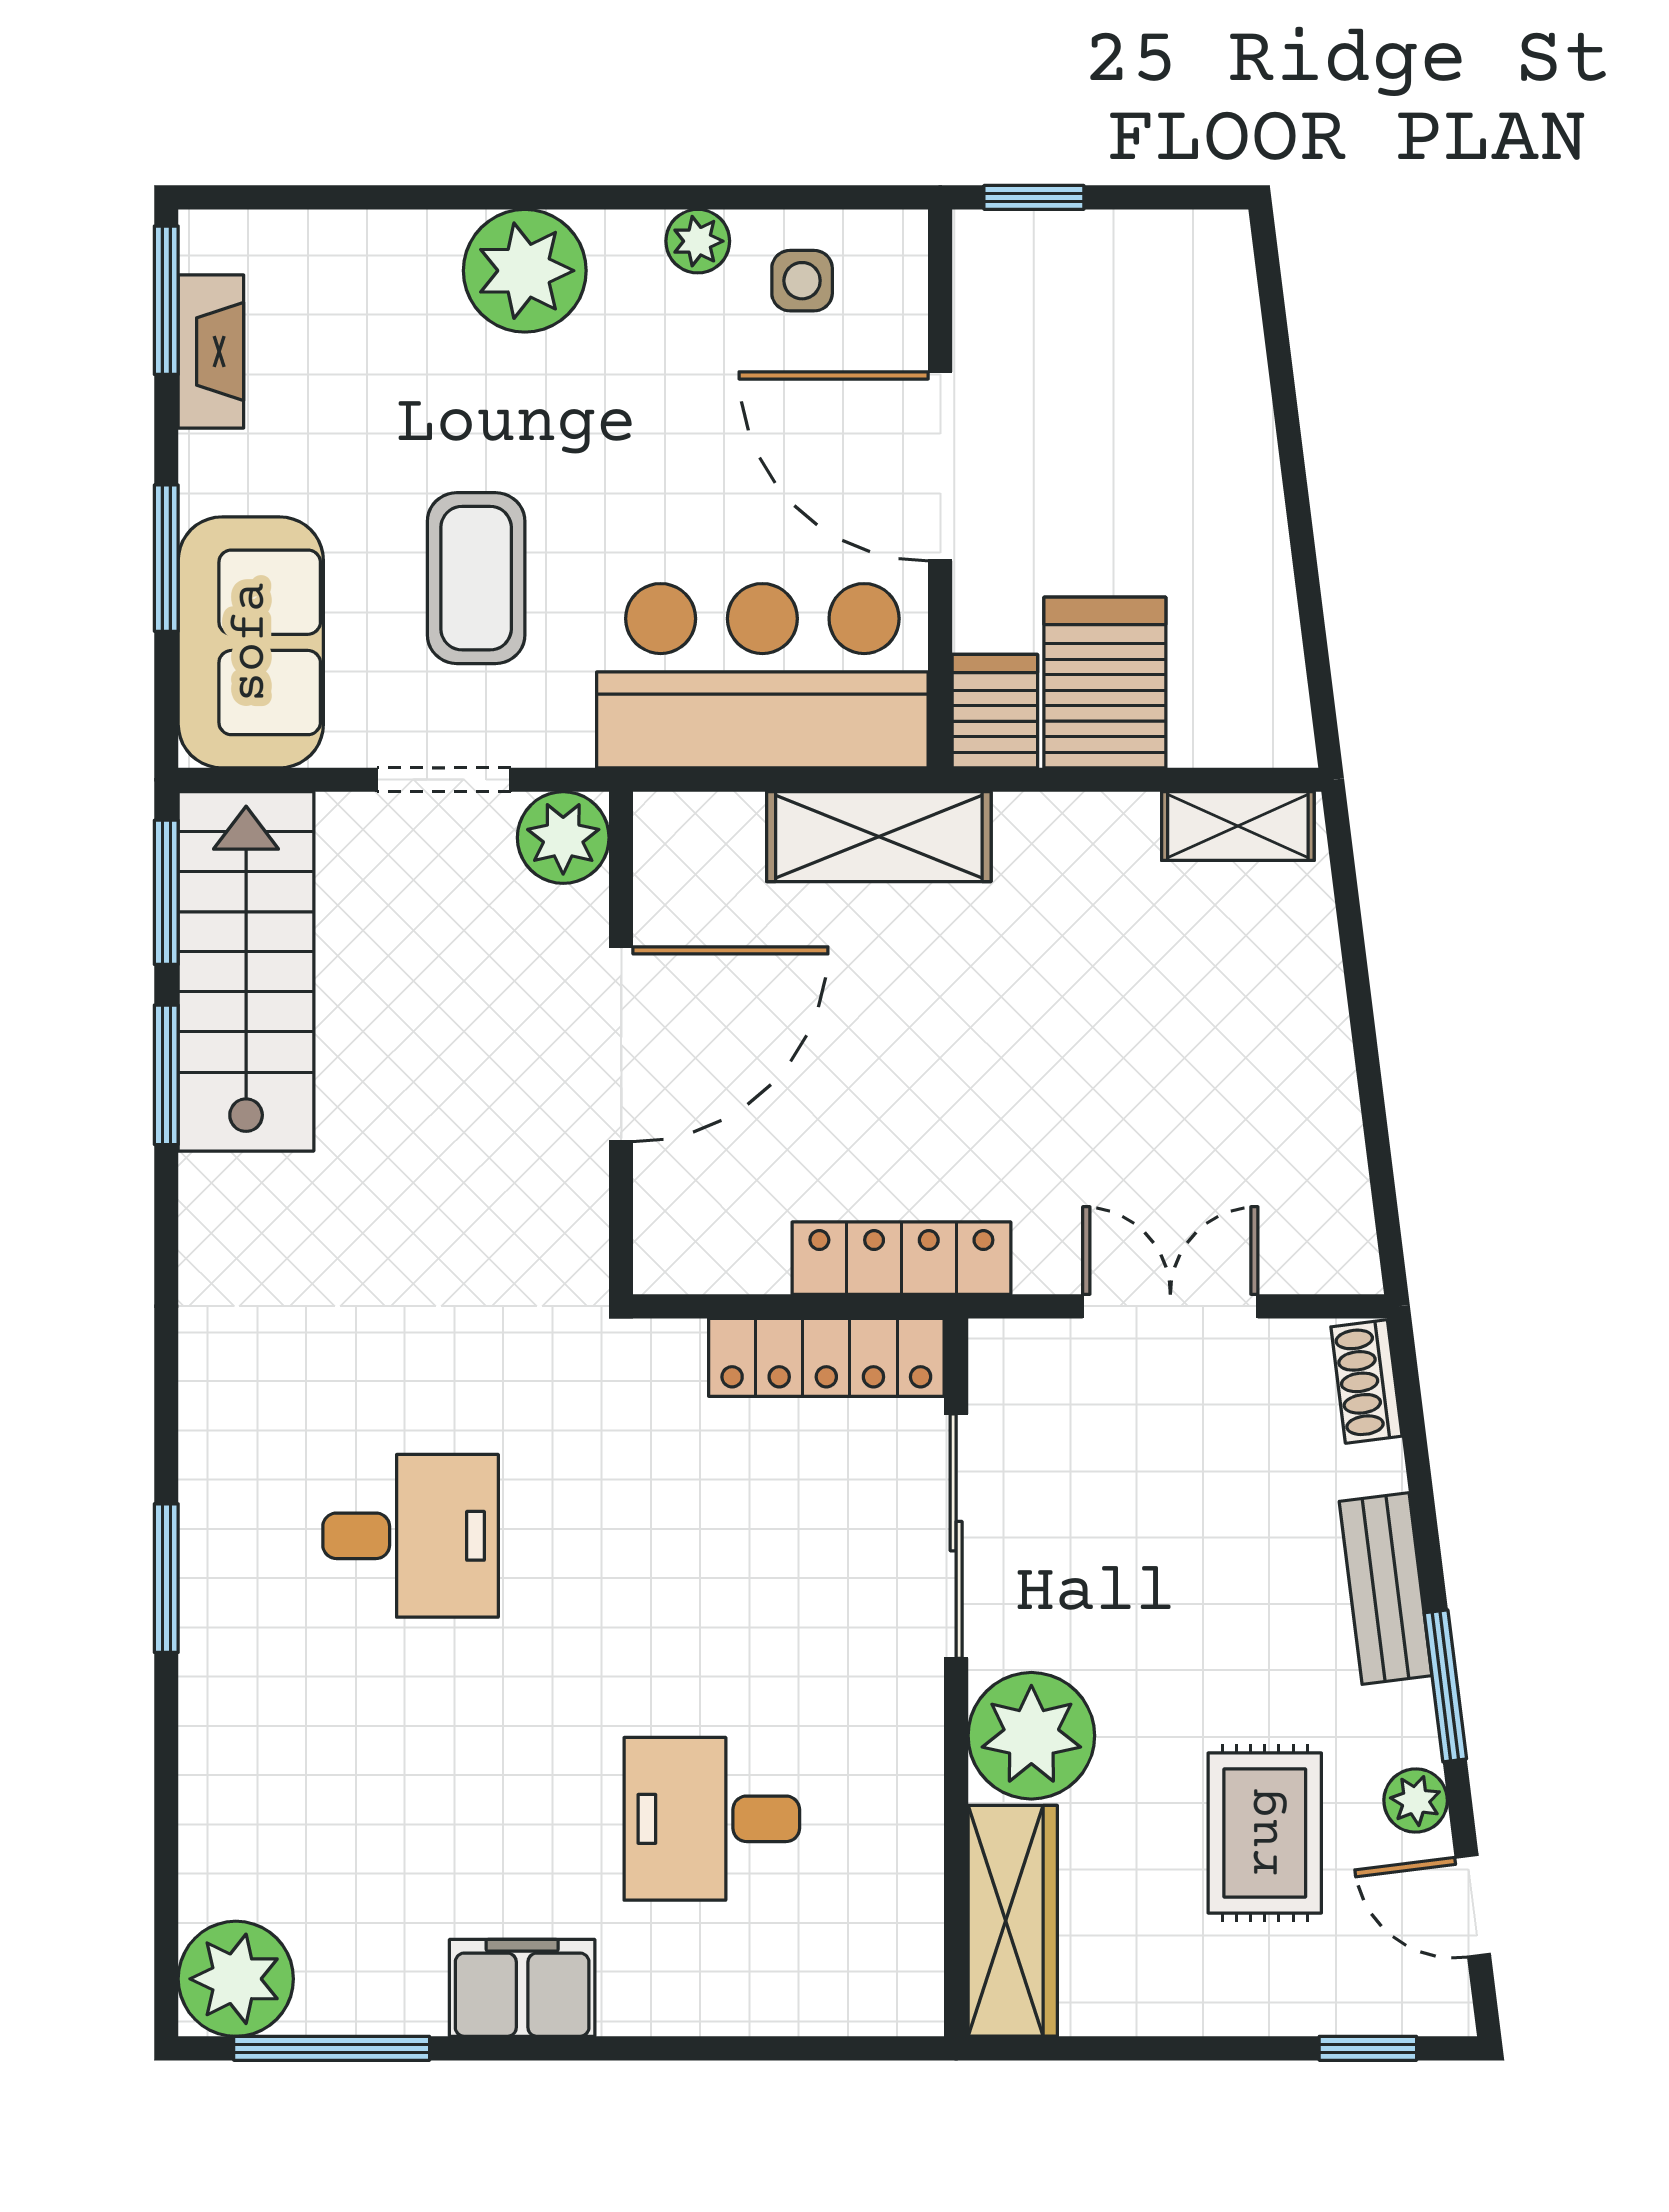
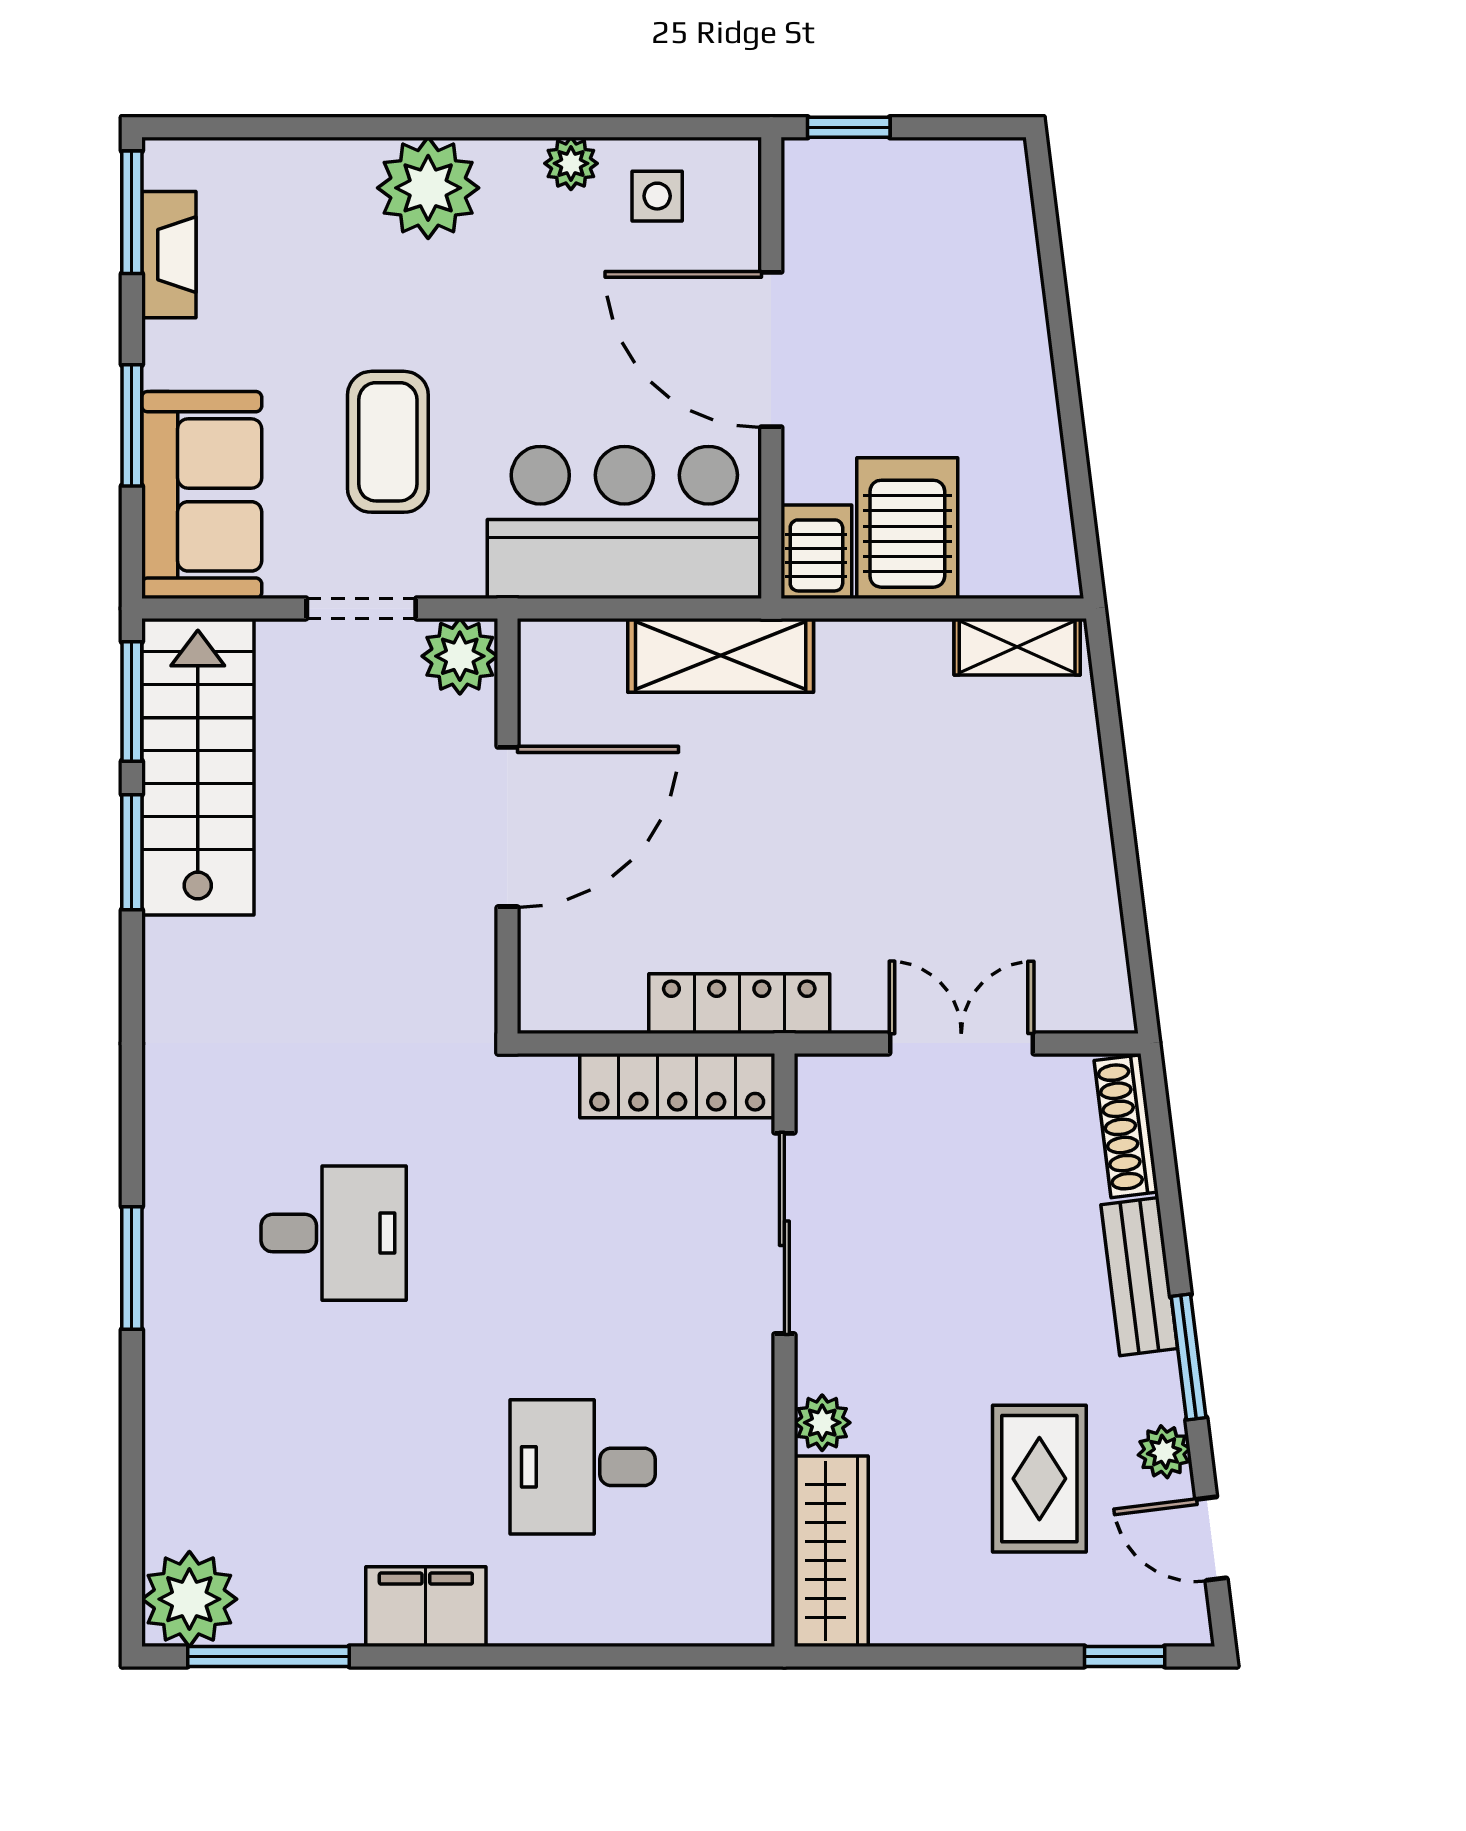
shoe rack: (1366, 1382) -> (1126, 1126), width x1.43
plant: (1031, 1736) -> (822, 1423), width x0.53, depth x0.53

